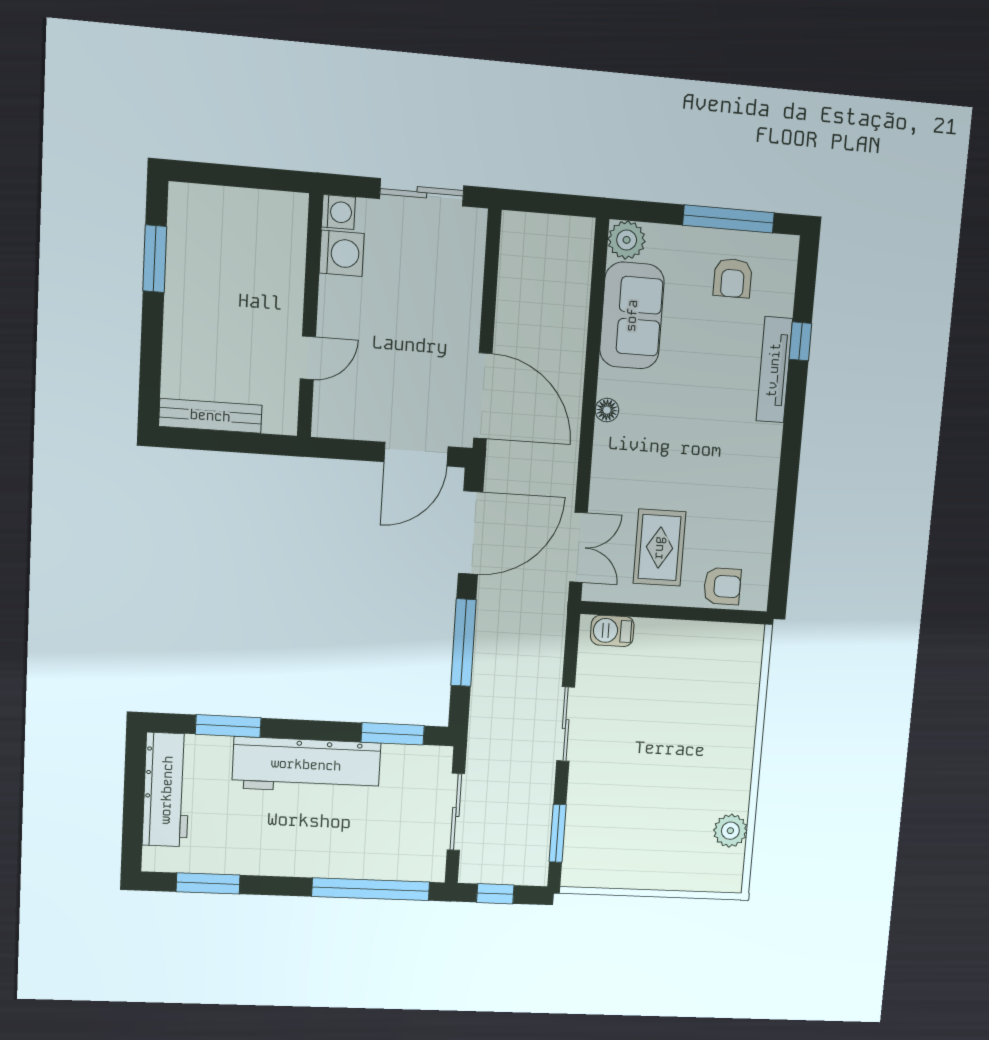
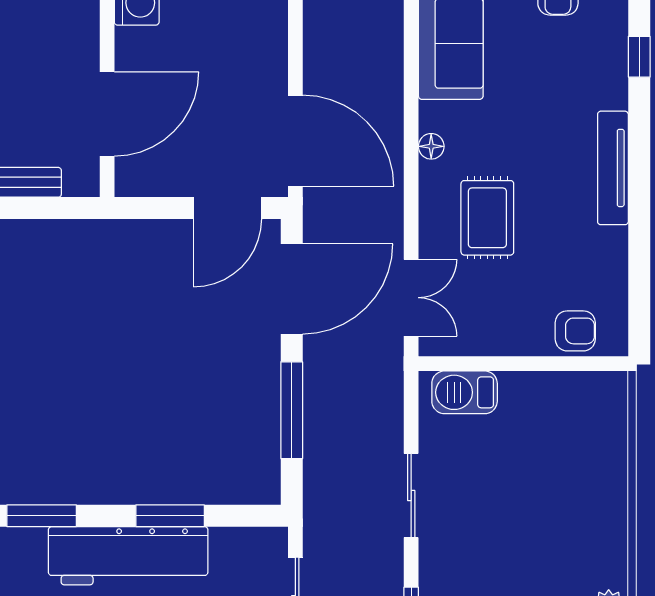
door: (308, 358) -> (107, 114), width x1.87
tv unit: (774, 370) -> (613, 168), moved
rug: (659, 548) -> (487, 218), moved
barbecue: (612, 631) -> (465, 392), width x1.38, depth x1.27
window: (393, 734) -> (170, 516), moved

